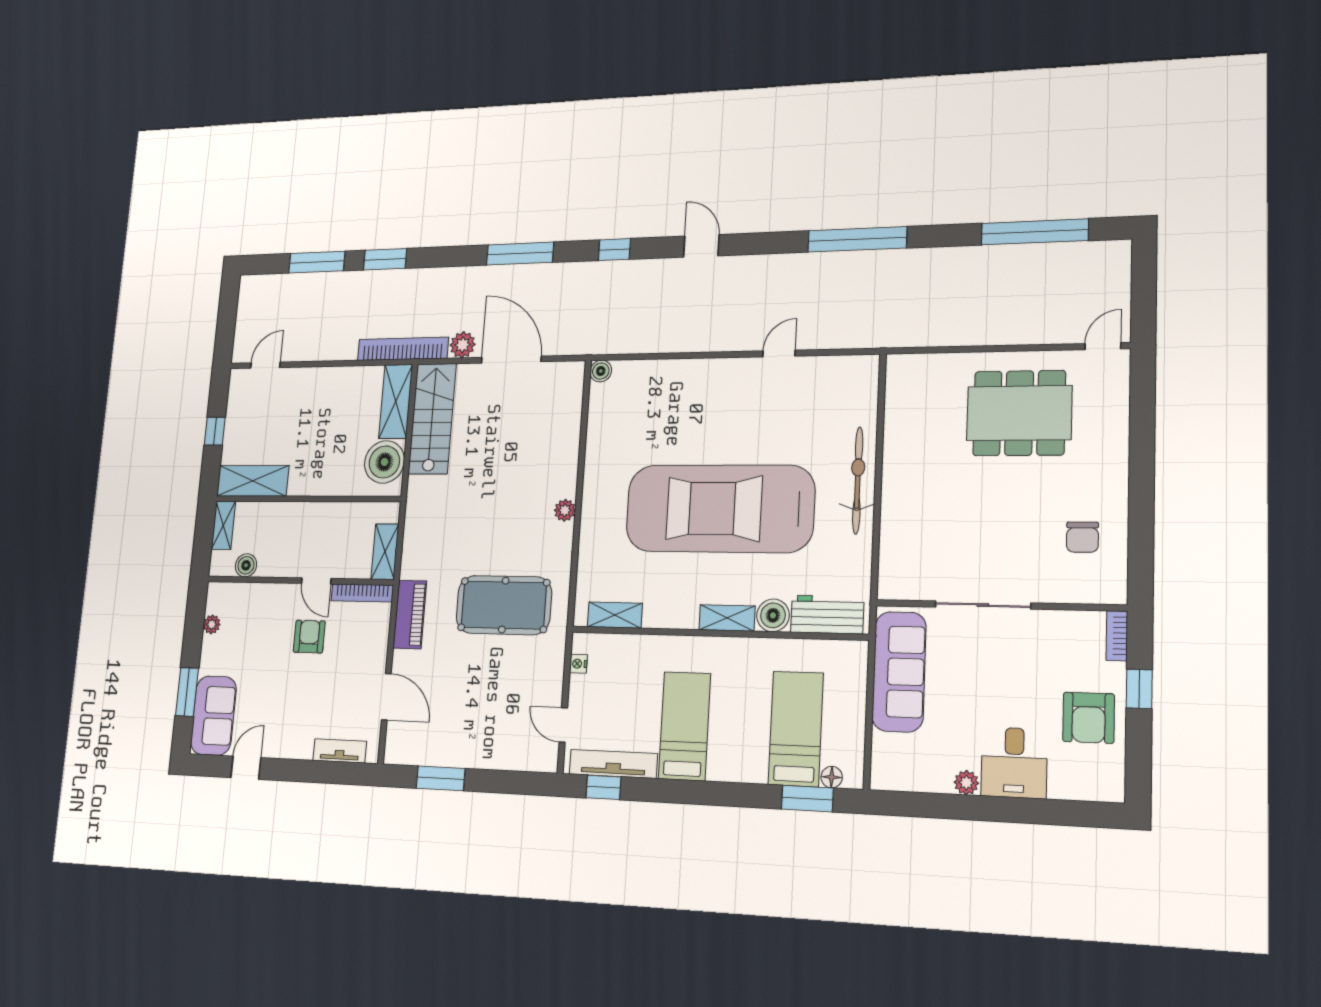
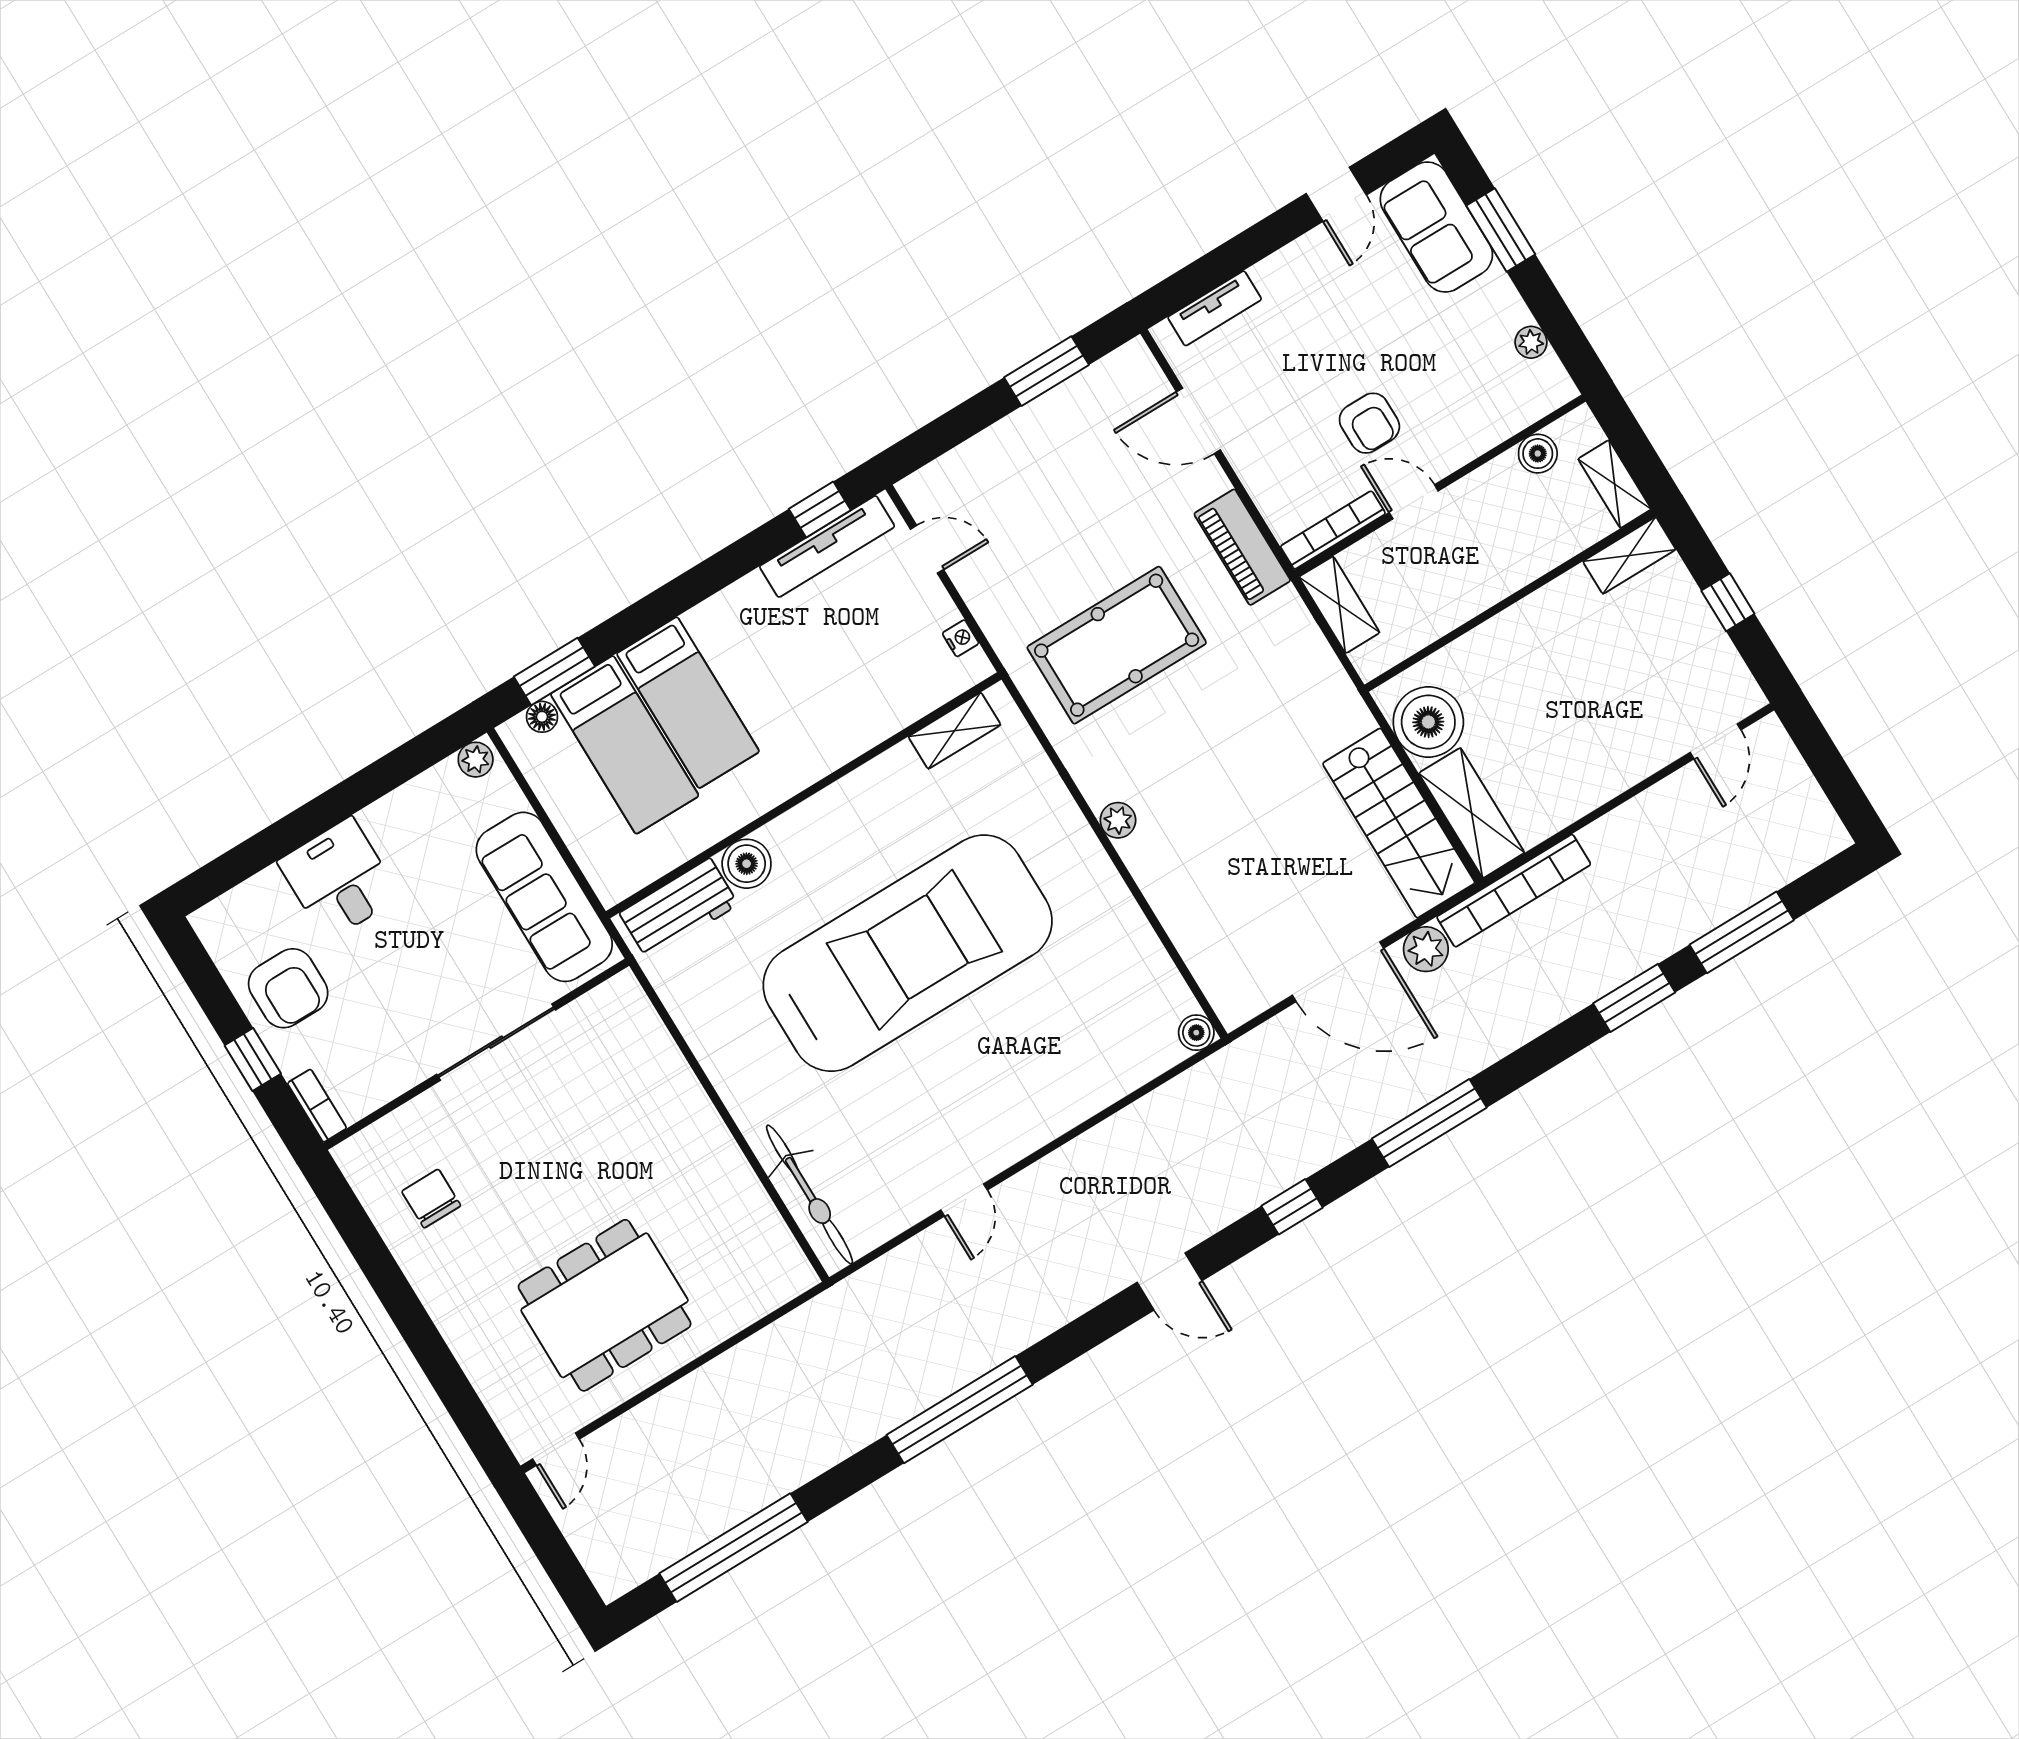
bicycle: (858, 480) -> (809, 1194), moved
shelving: (253, 481) -> (1629, 555), width x0.67, depth x0.75
shelving: (727, 618) -> (804, 823), removed
armchair: (1089, 718) -> (288, 988), turned 180
bed: (685, 726) -> (688, 703), moved
plant: (966, 783) -> (476, 760), moved

